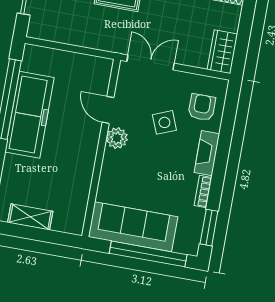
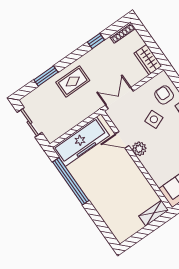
freezer: (30, 115) -> (81, 142), moved, turned 90
shelving: (30, 217) -> (154, 213), moved

